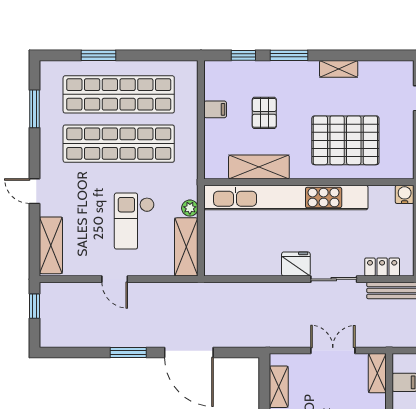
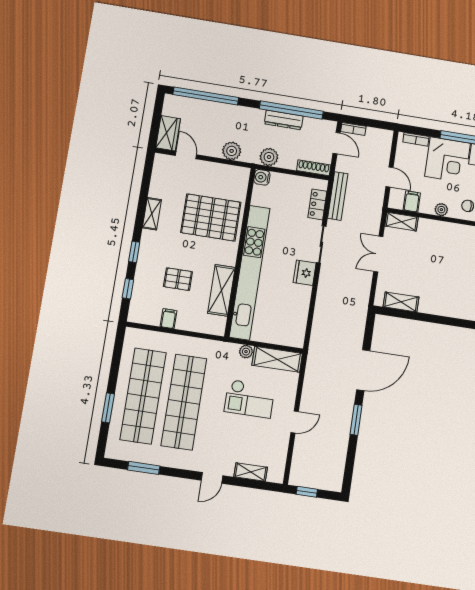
window: (289, 55) -> (134, 252), width x0.67
pallet: (345, 140) -> (211, 217), turned 90
shelving: (51, 245) -> (251, 472), width x0.67, depth x0.75

